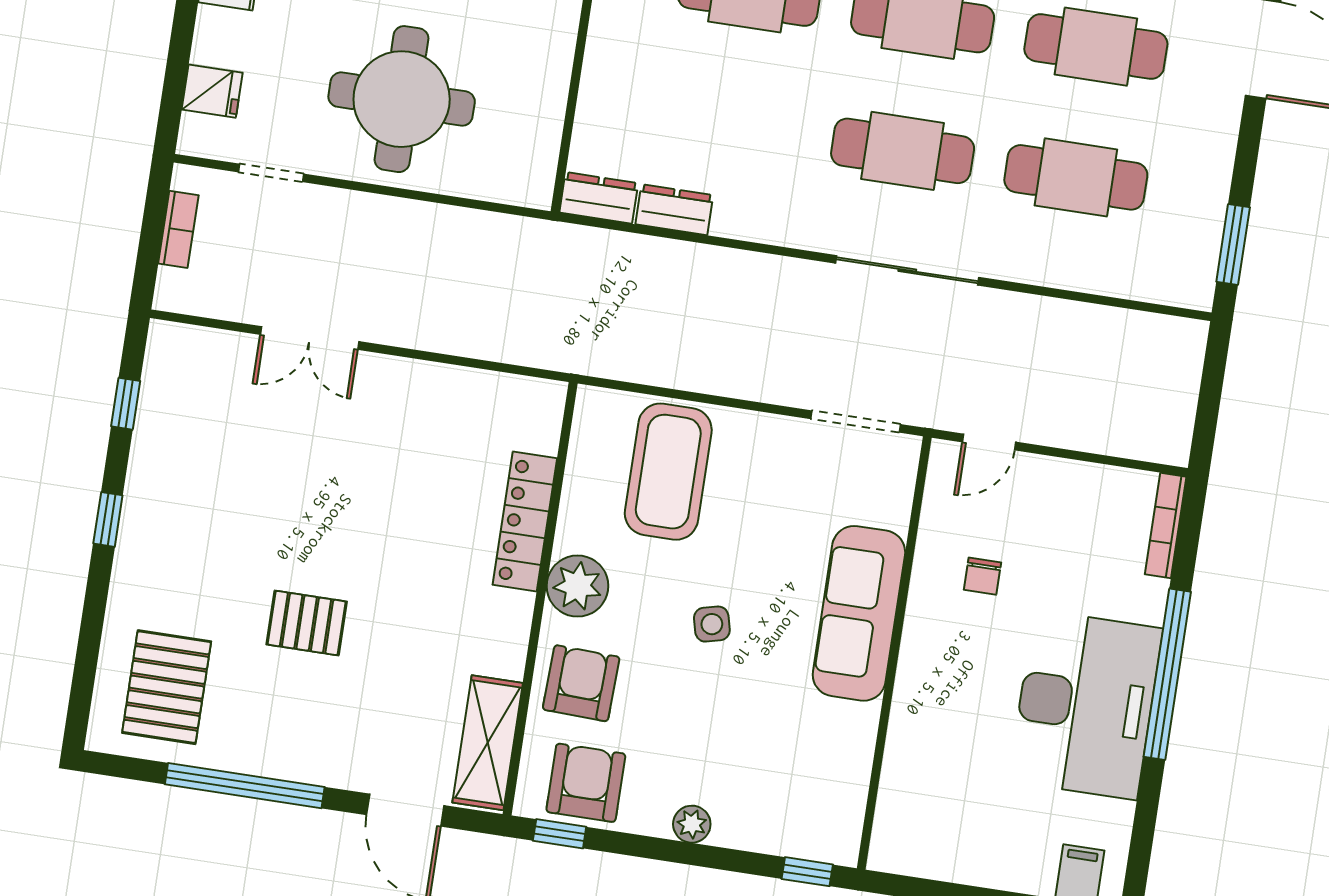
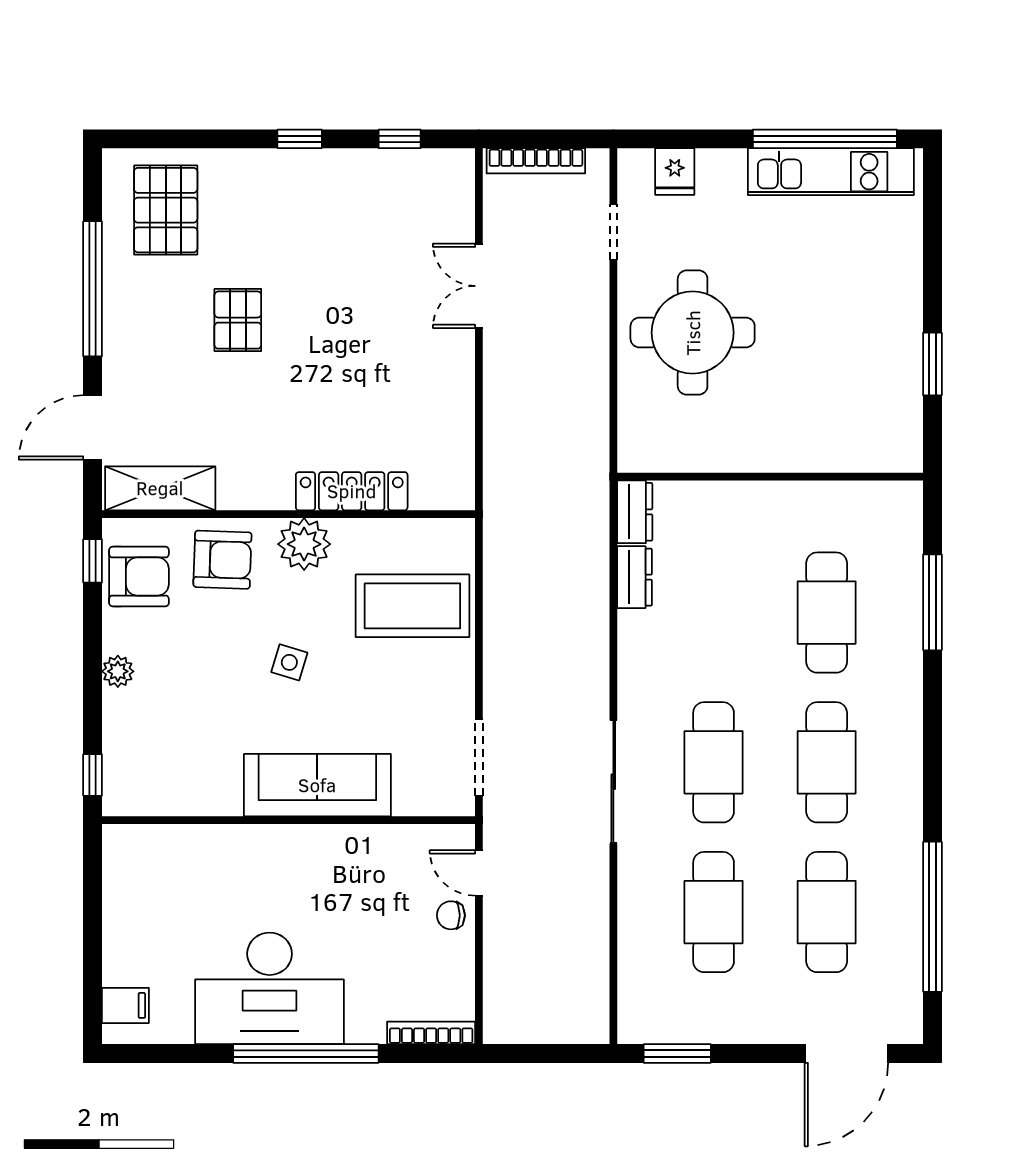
bookcase: (178, 229) -> (536, 161), width x1.56
chair: (982, 576) -> (451, 915), moved
side table: (712, 624) -> (289, 662), turned 31
pallet: (167, 687) -> (166, 210), turned 90

